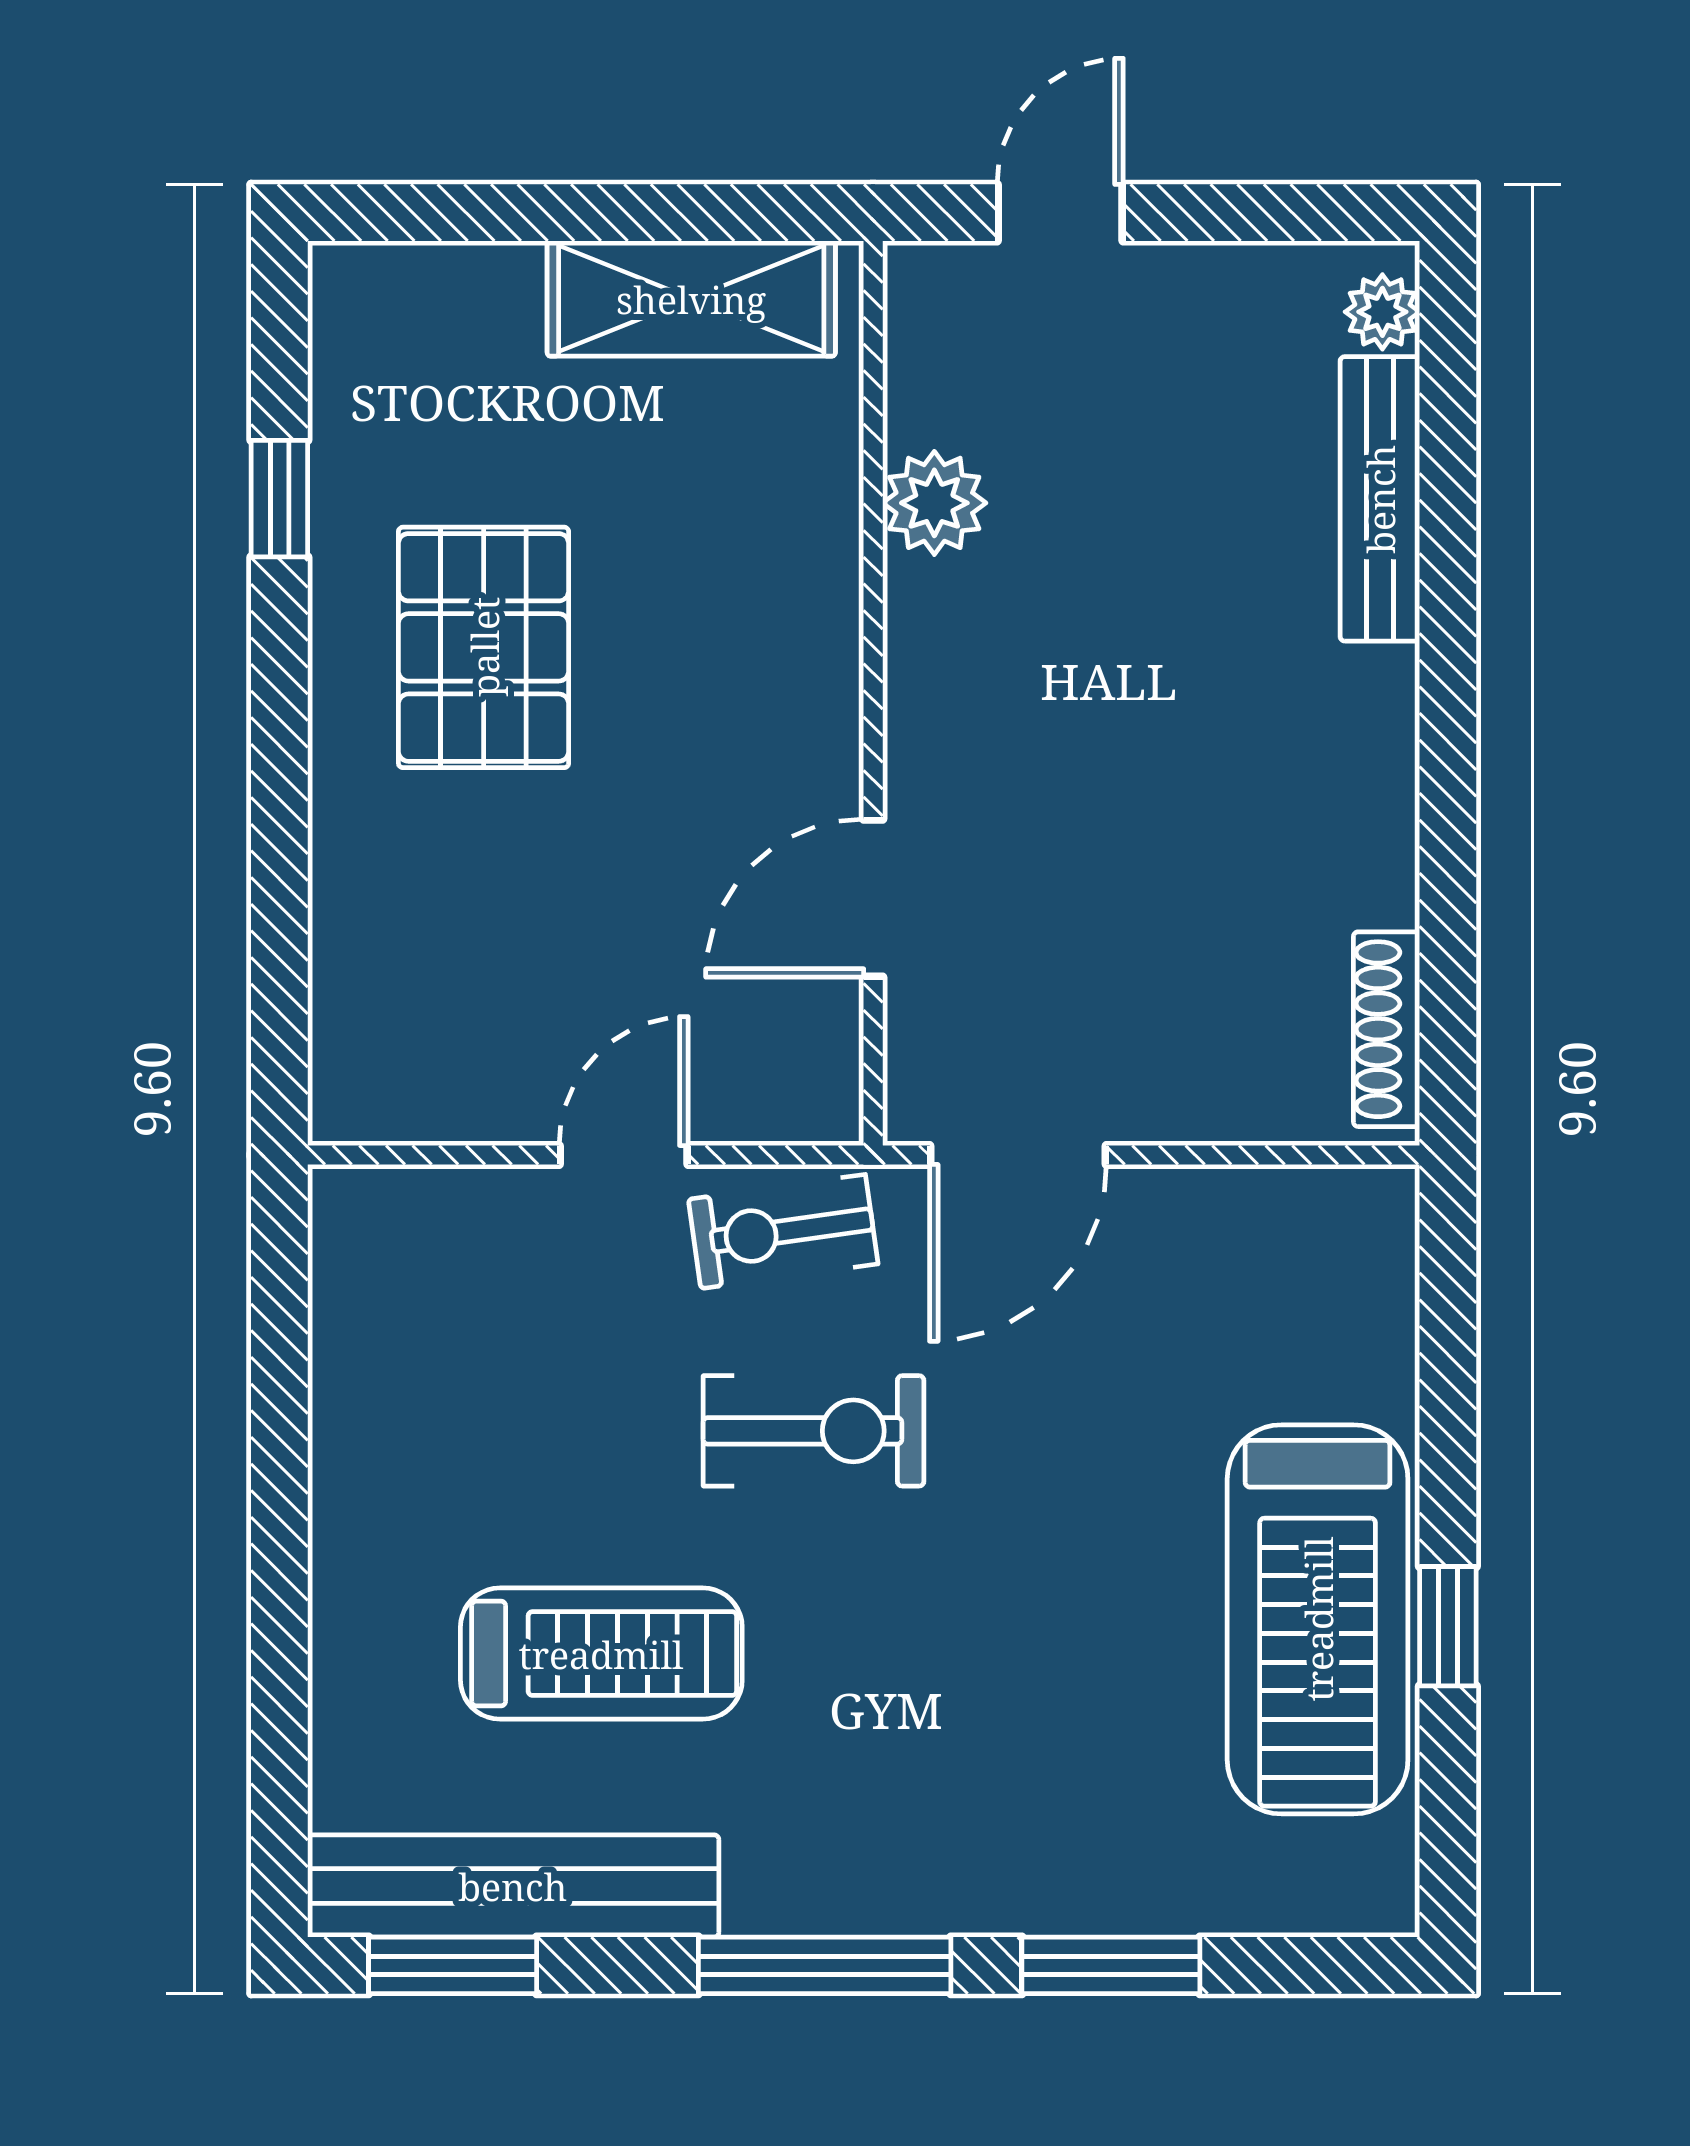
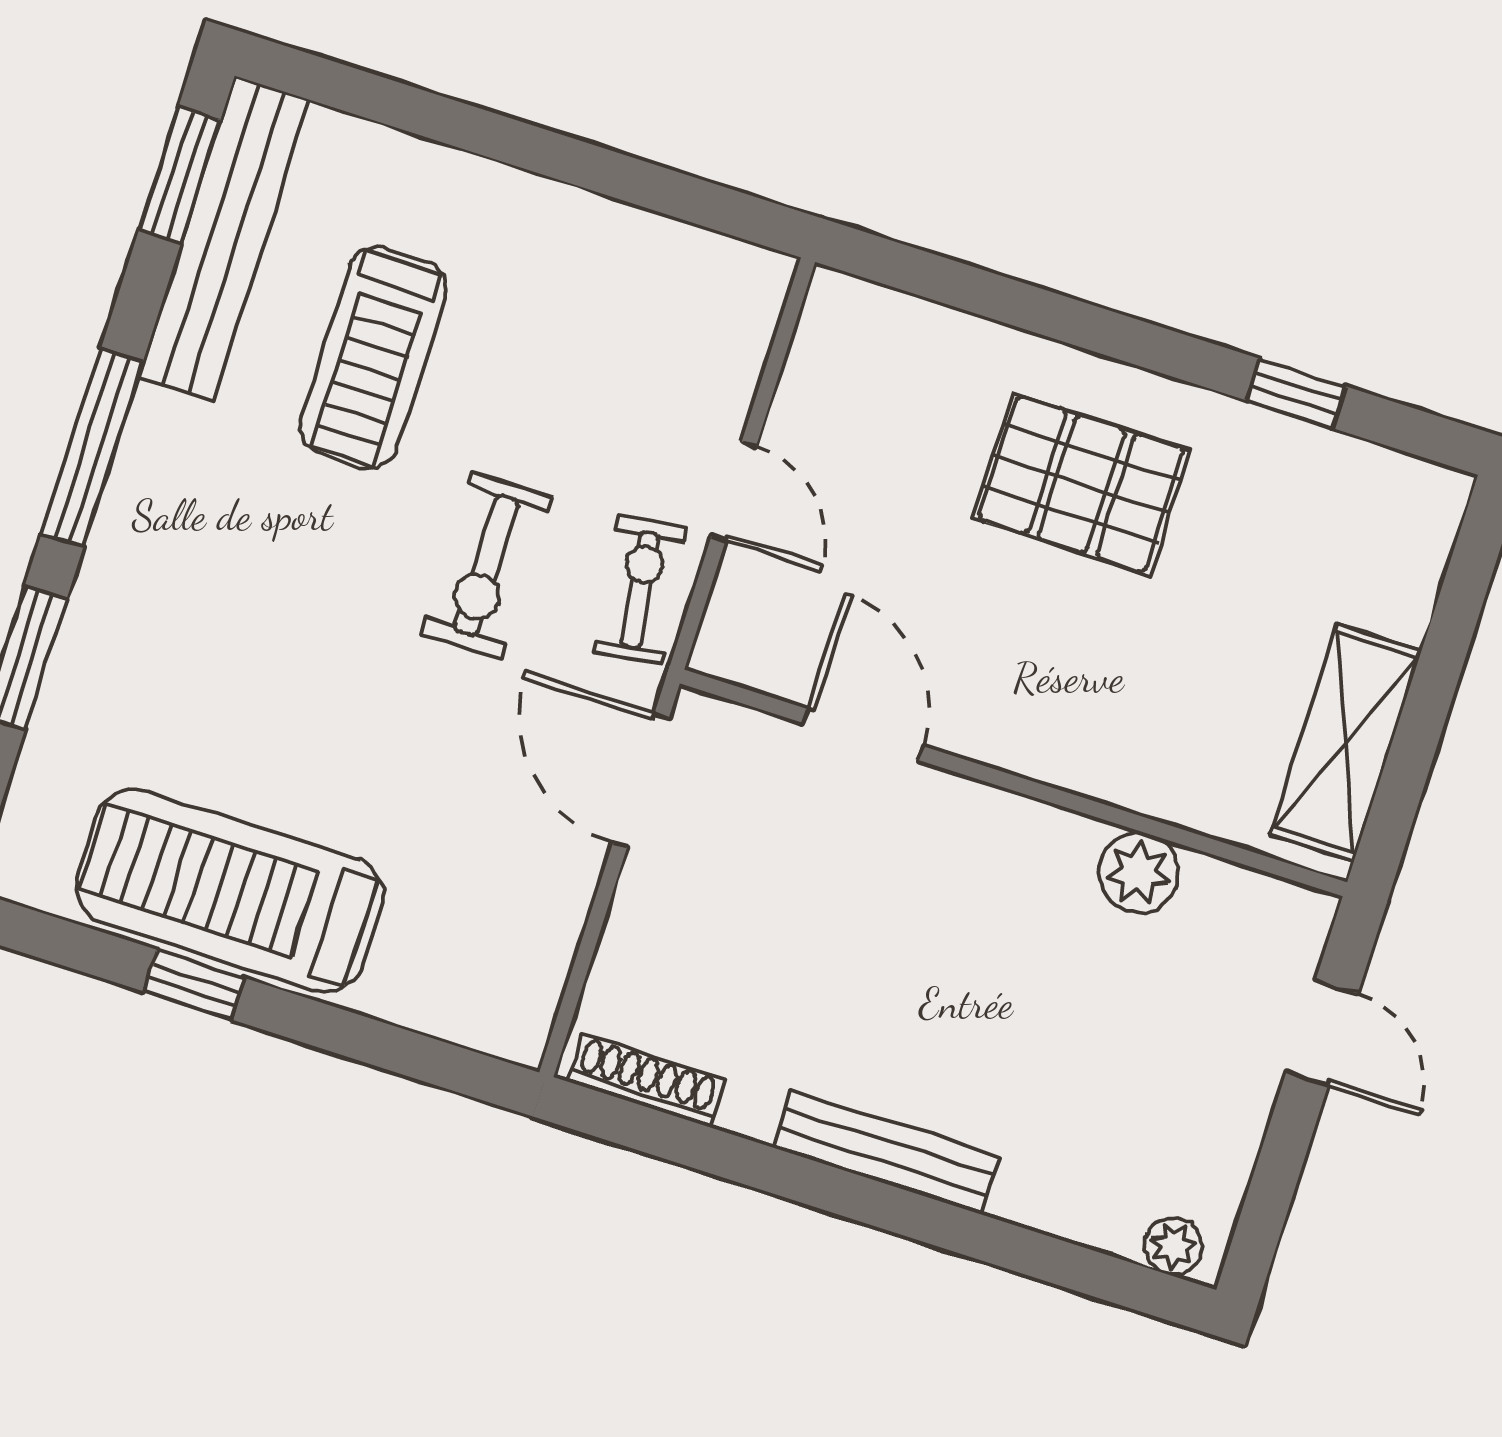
bench: (1380, 499) -> (887, 1152), moved
pallet: (484, 647) -> (1081, 484), moved

